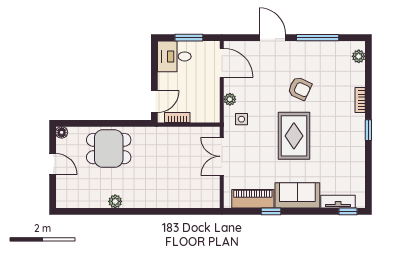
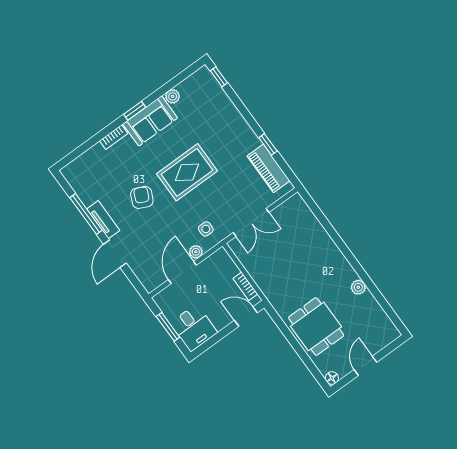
plant: (359, 56) -> (173, 96), moved
door: (222, 63) -> (182, 272), moved
sofa: (297, 195) -> (150, 121), moved, turned -90
tv unit: (338, 202) -> (103, 220), moved, turned 180

